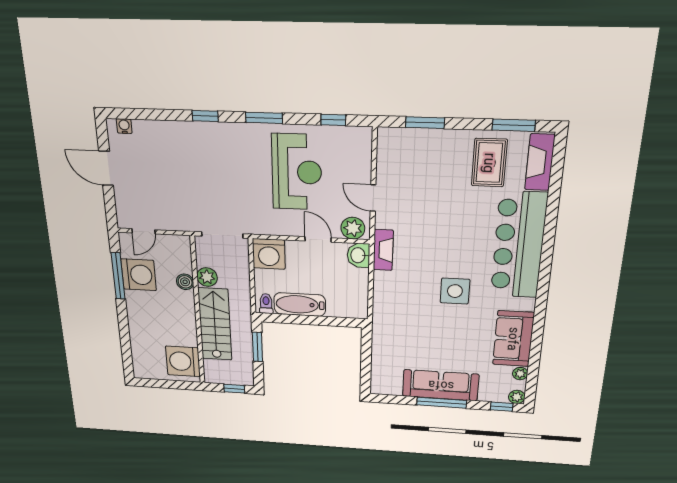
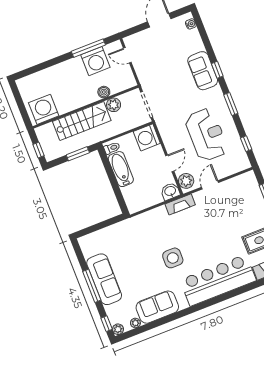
sofa: (199, 138) -> (203, 71), added
reception desk: (297, 172) -> (206, 135), turned -90

